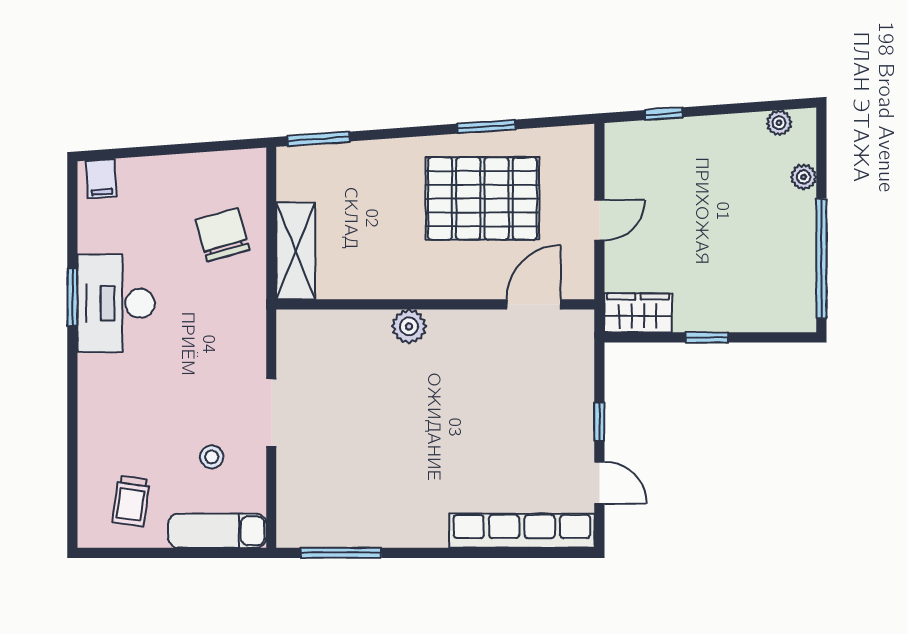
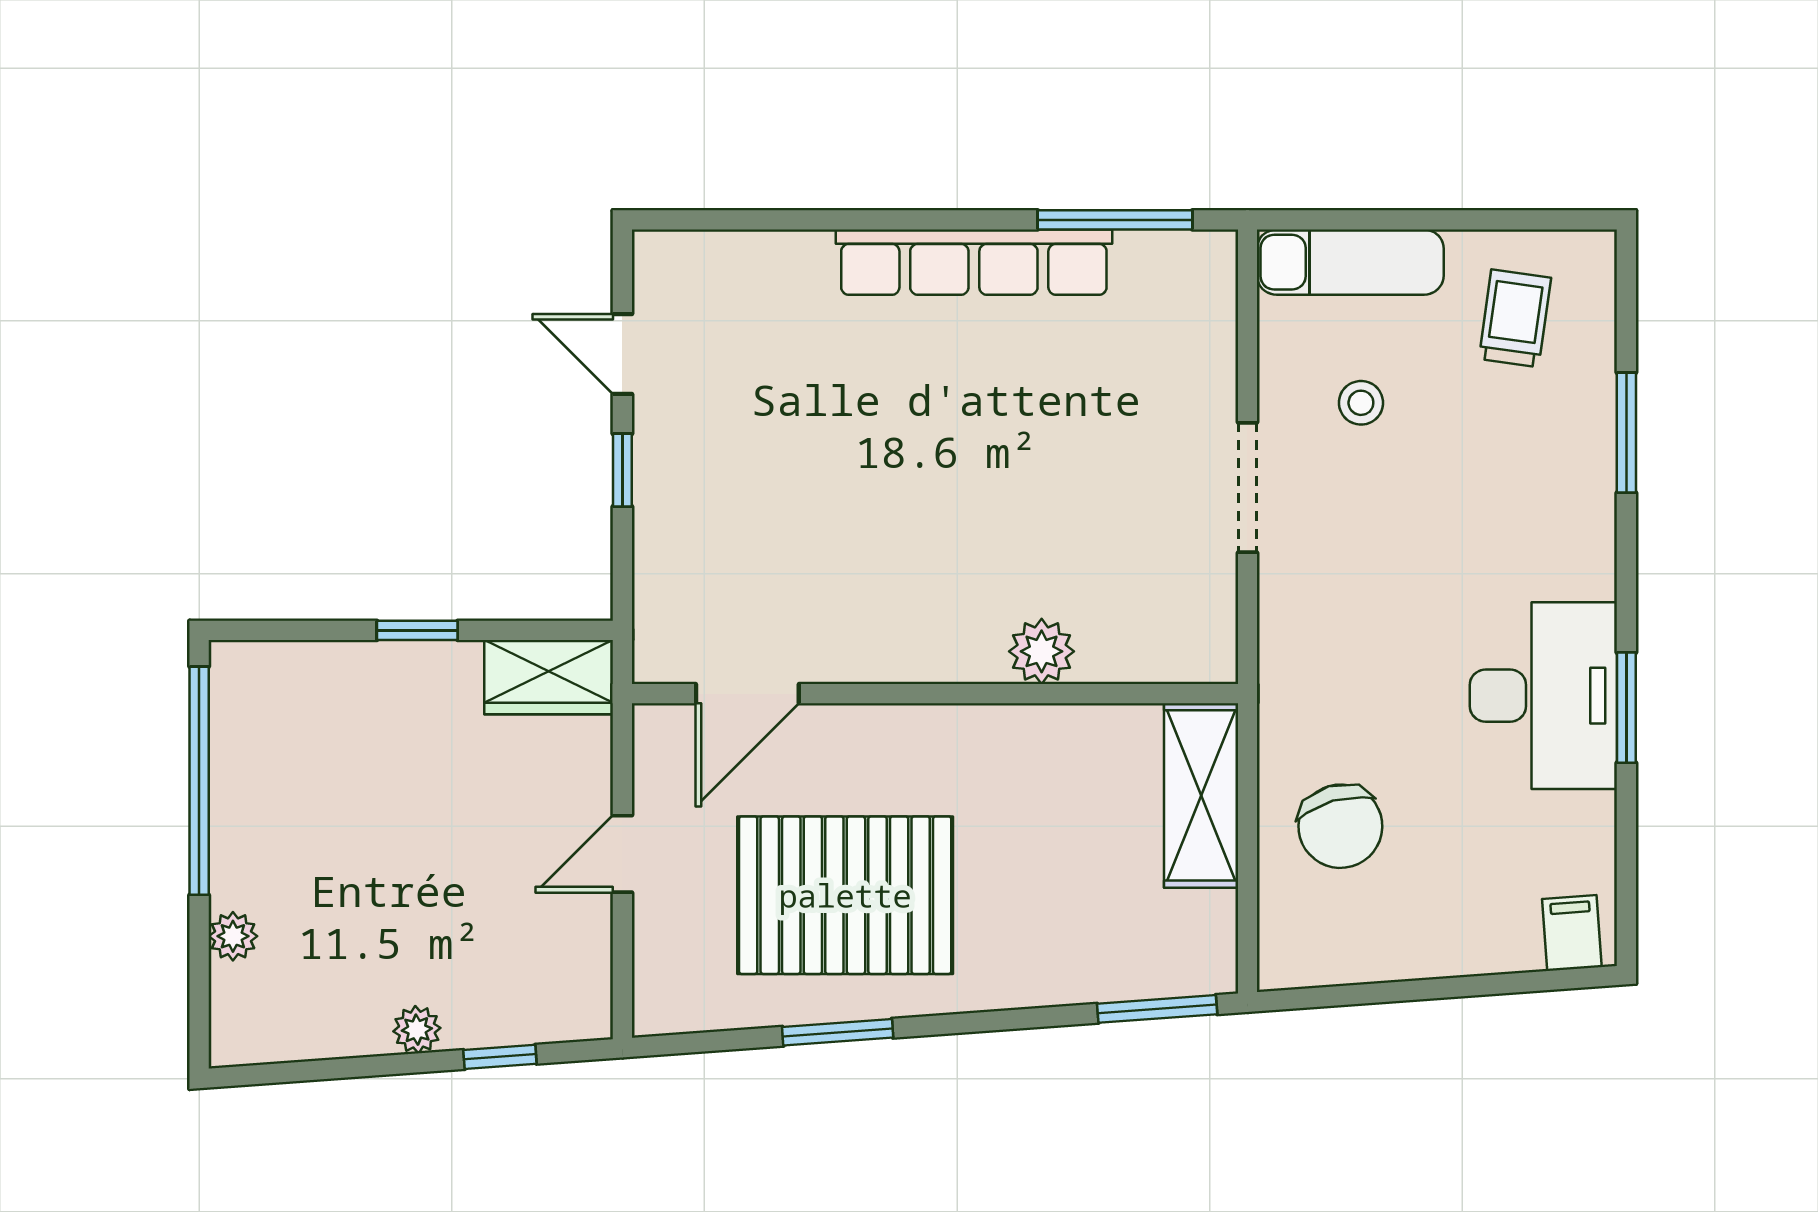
plant: (779, 123) -> (417, 1030), moved
plant: (409, 326) -> (1042, 651), moved
window: (72, 441) -> (1626, 433), added
row of seats: (522, 531) -> (974, 262), moved

